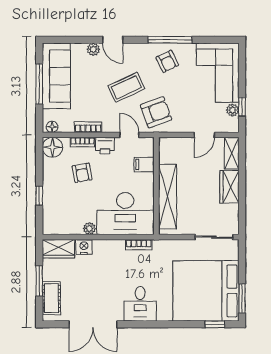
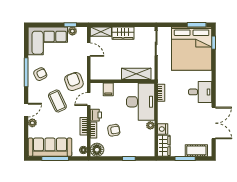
shelving: (168, 197) -> (136, 74), width x0.68

